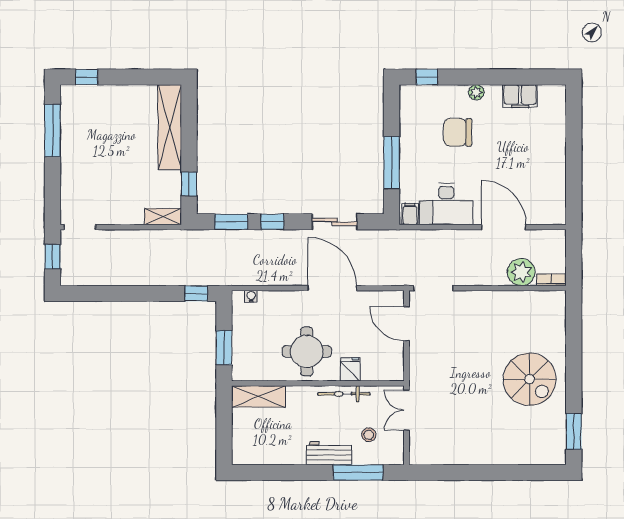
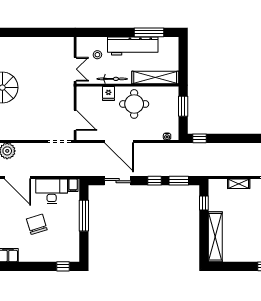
plant: (476, 92) -> (34, 257), removed
chair: (458, 132) -> (37, 224), moved, turned -107
shelving: (163, 217) -> (239, 184), moved
shelving: (259, 396) -> (155, 77), width x1.47
workbench: (329, 453) -> (133, 46), width x1.88, depth x1.32
window: (358, 473) -> (149, 32), moved

